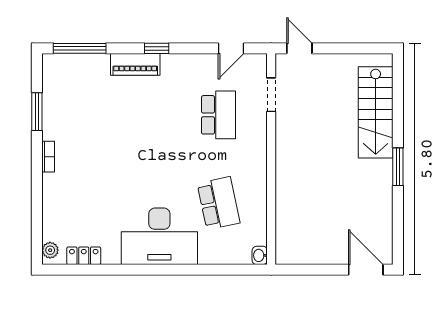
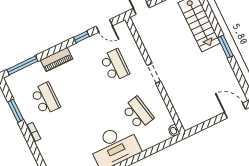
window: (157, 48) -> (81, 37), moved
door: (231, 48) -> (104, 26), hinge flipped
doorway: (271, 95) -> (154, 73), moved
school desk: (91, 115) -> (46, 99), added

